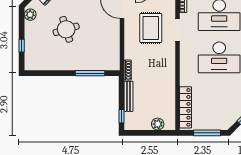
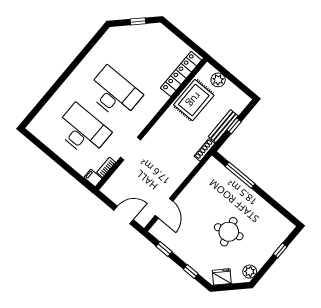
rug: (151, 28) -> (194, 100), moved
window: (122, 116) -> (234, 126), moved
window: (207, 133) -> (181, 35), removed

